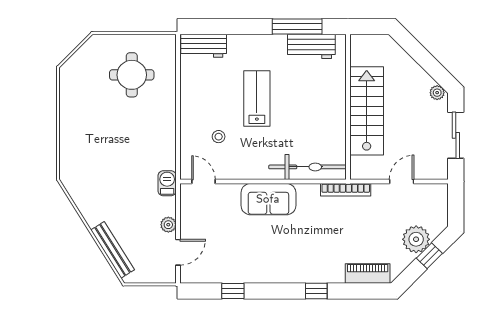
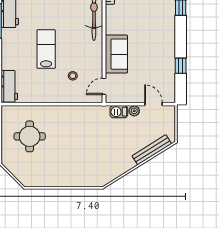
lab bench: (257, 98) -> (46, 49), turned 90
barbecue: (167, 183) -> (119, 112), moved
sofa: (268, 199) -> (116, 54), moved

